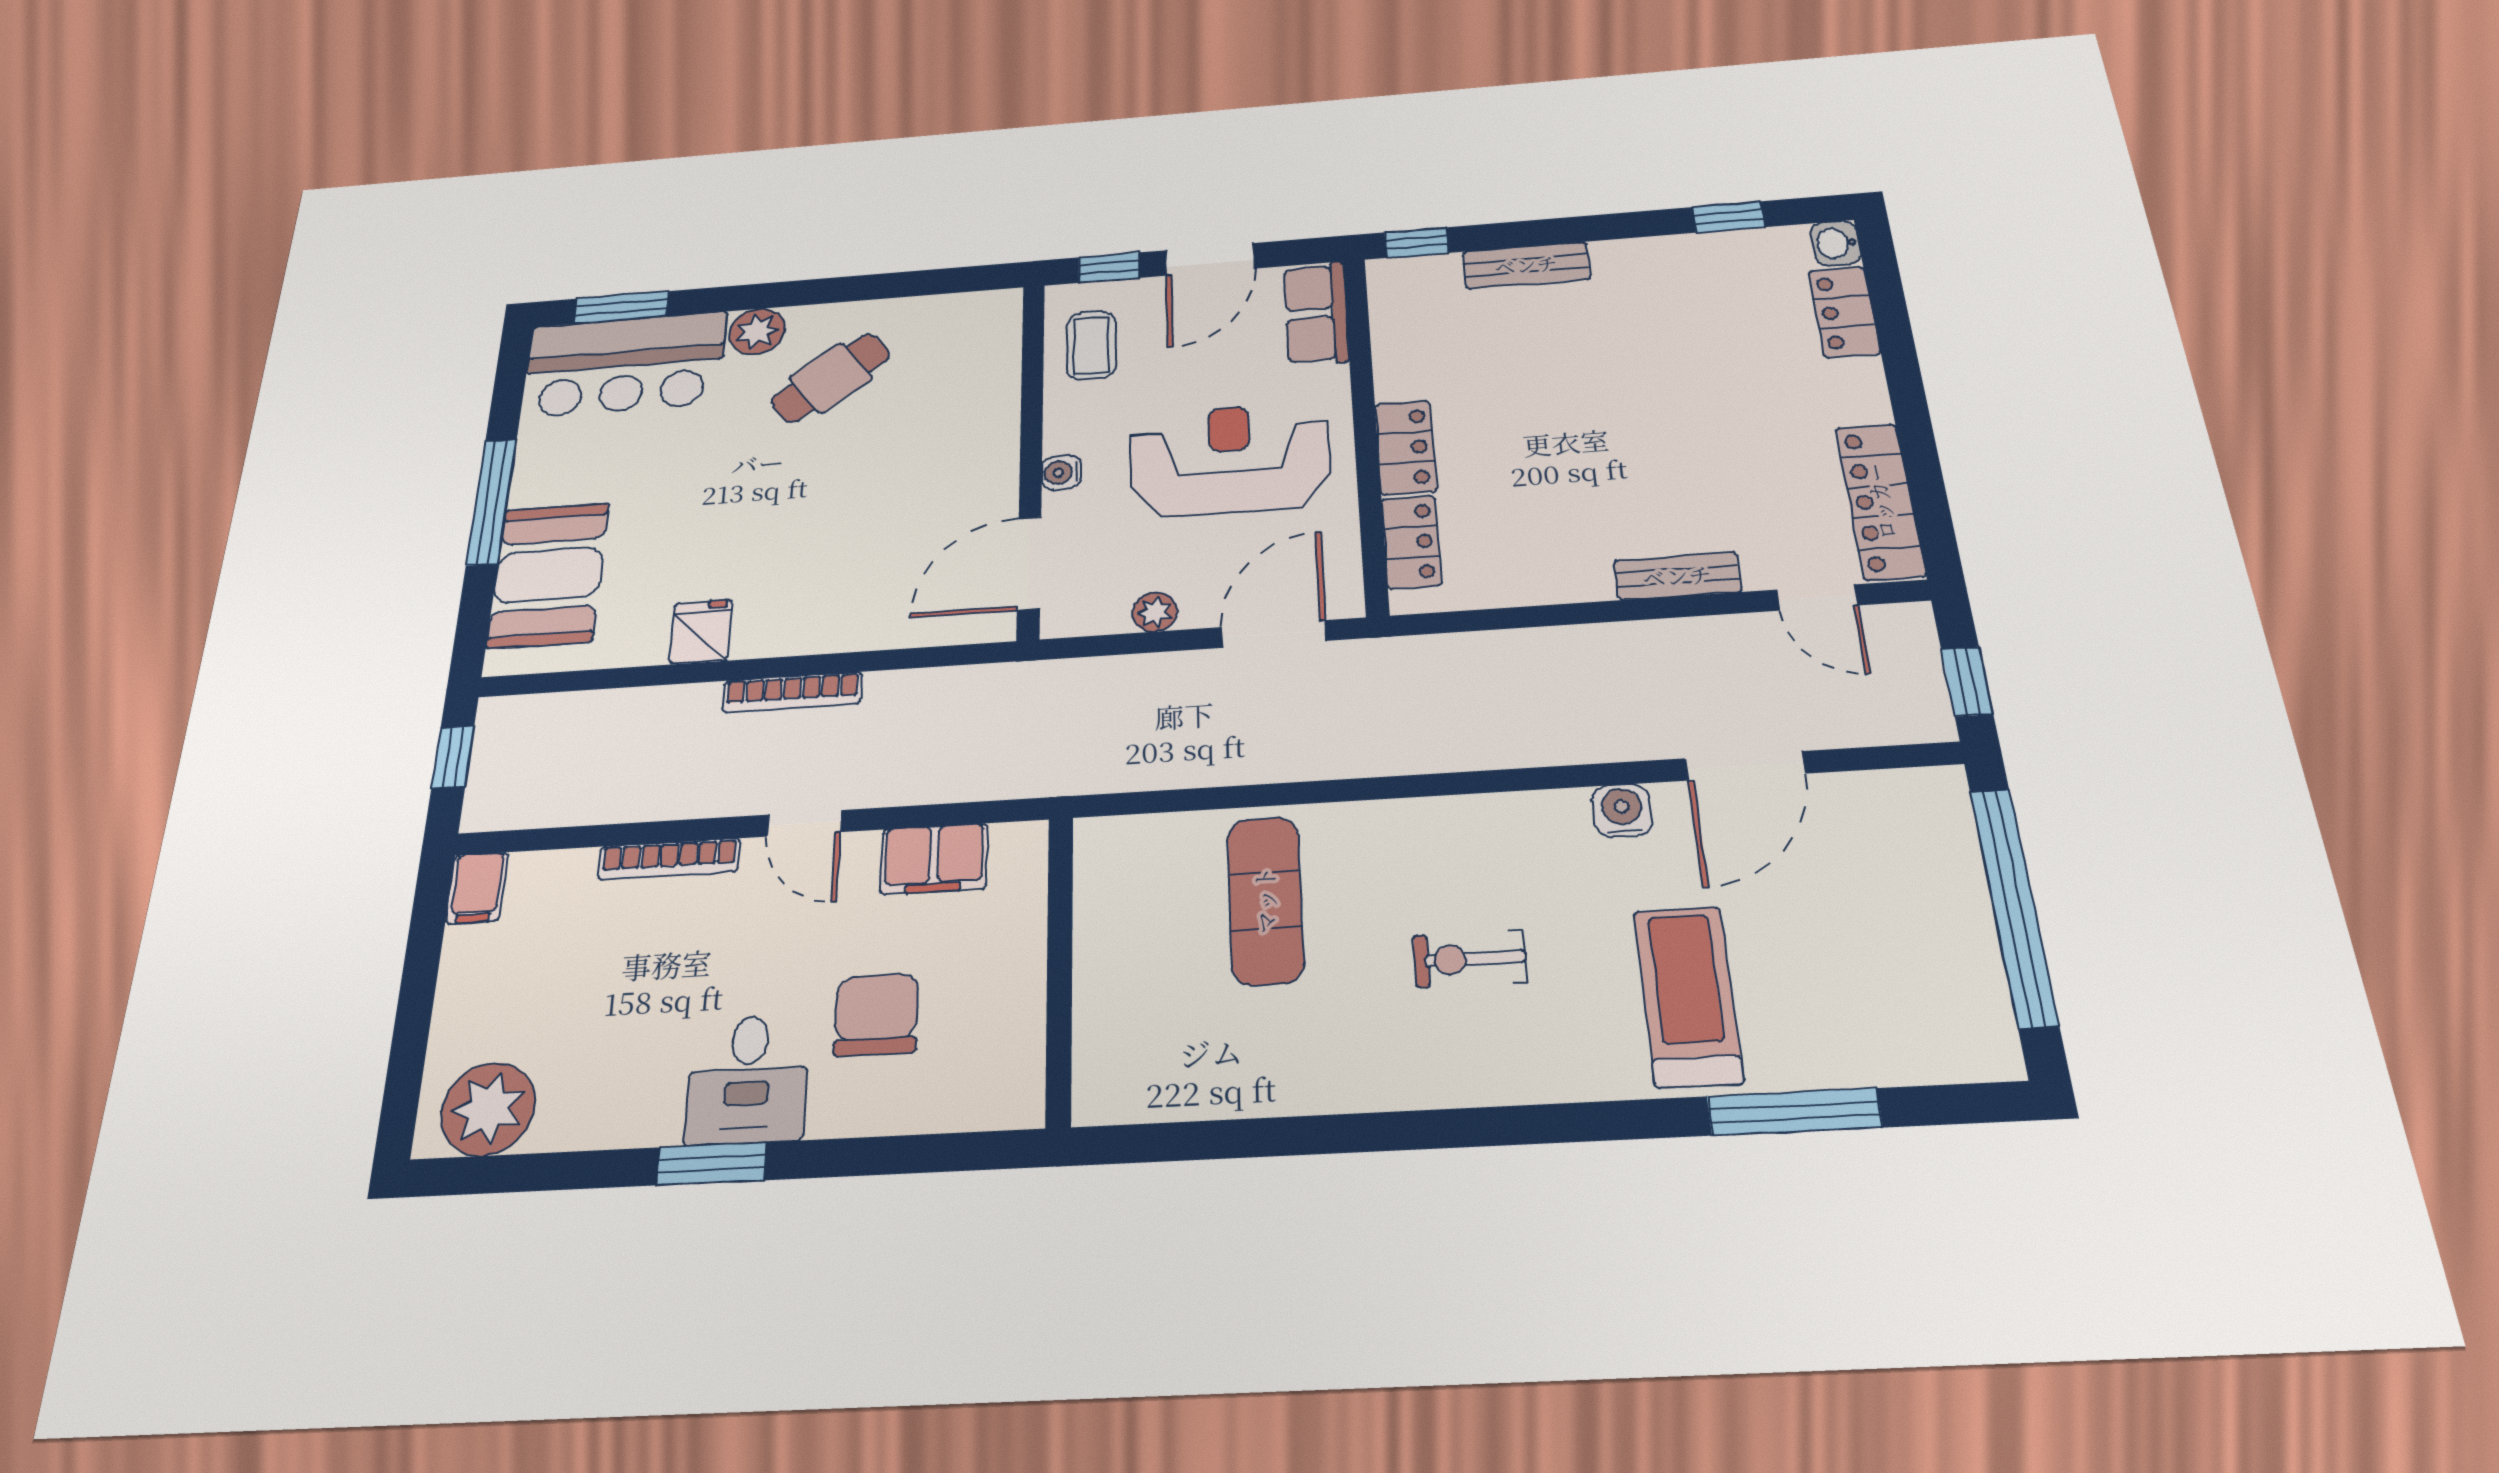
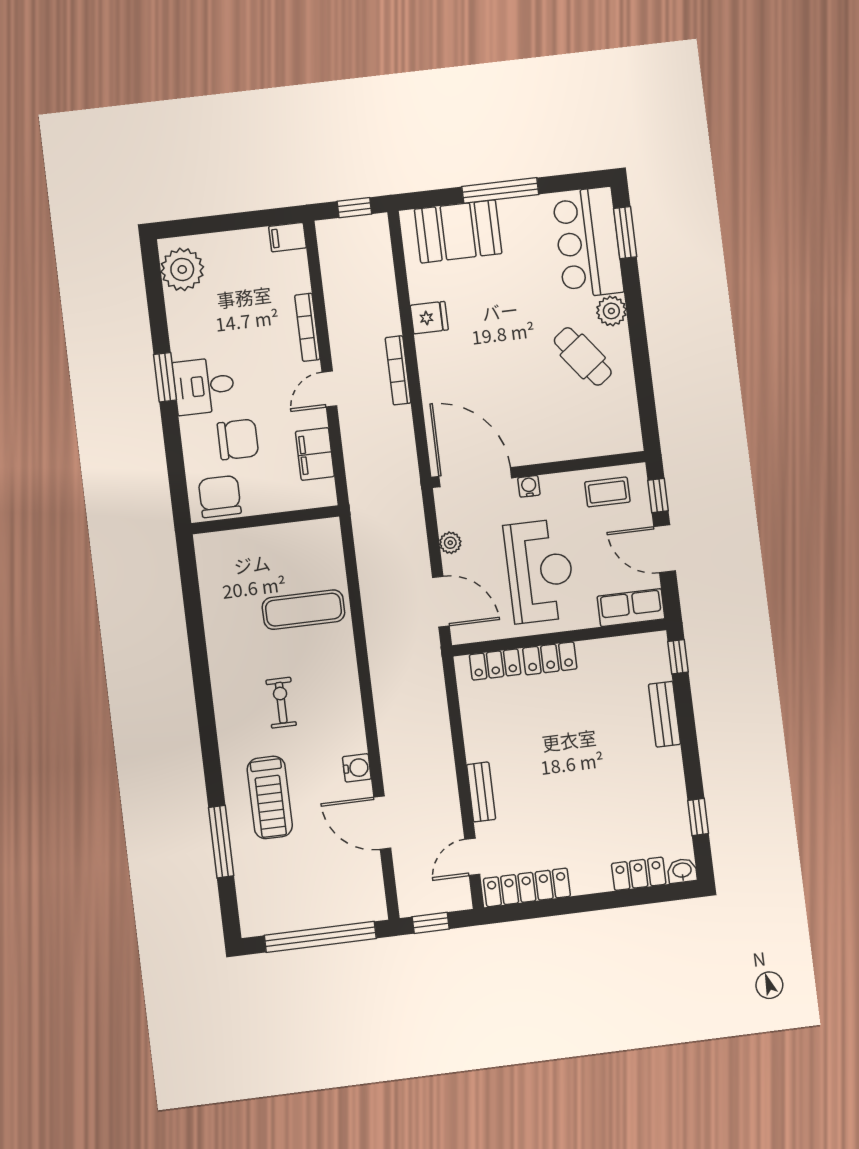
door: (1029, 563) -> (475, 477), width x1.36
treadmill: (1688, 996) -> (270, 797), turned 90
chair: (995, 1062) -> (220, 497), added

